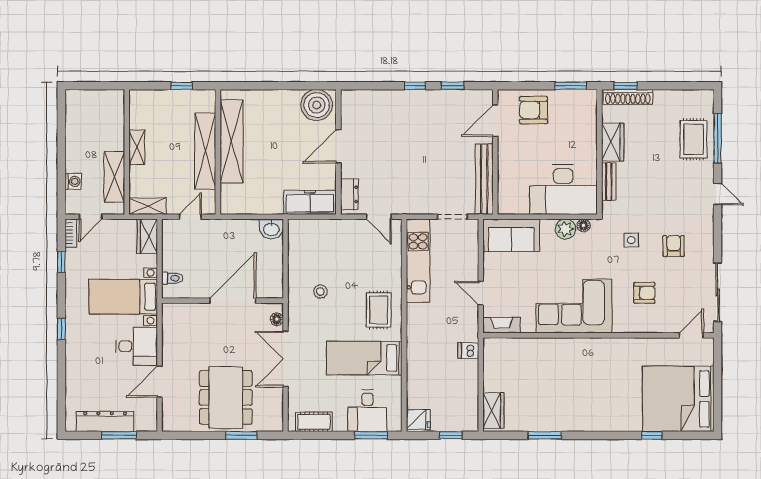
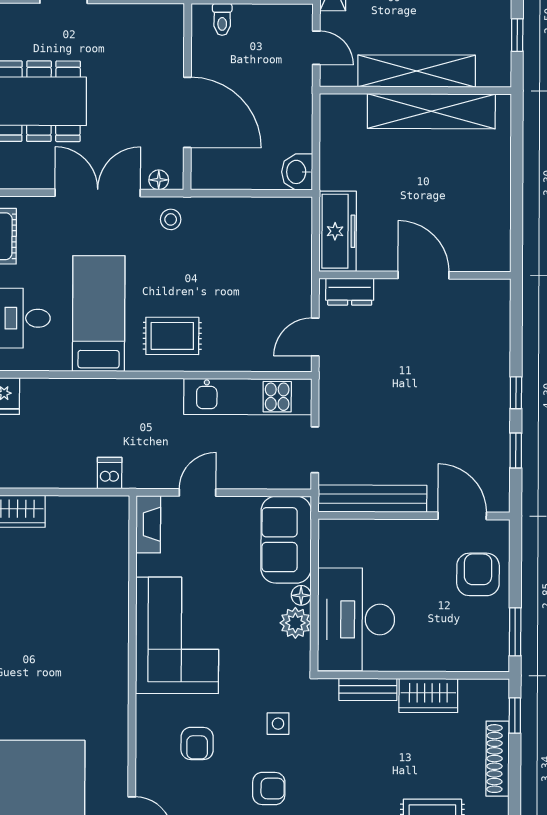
shoe rack: (628, 97) -> (498, 759), moved
boiler: (317, 105) -> (487, 242), removed
floor lamp: (583, 225) -> (301, 595), moved
stool: (320, 292) -> (171, 219), moved

